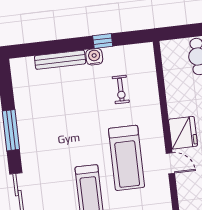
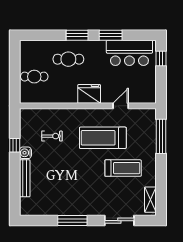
treadmill: (126, 158) -> (103, 138), turned 180
door: (170, 163) -> (121, 106), moved

